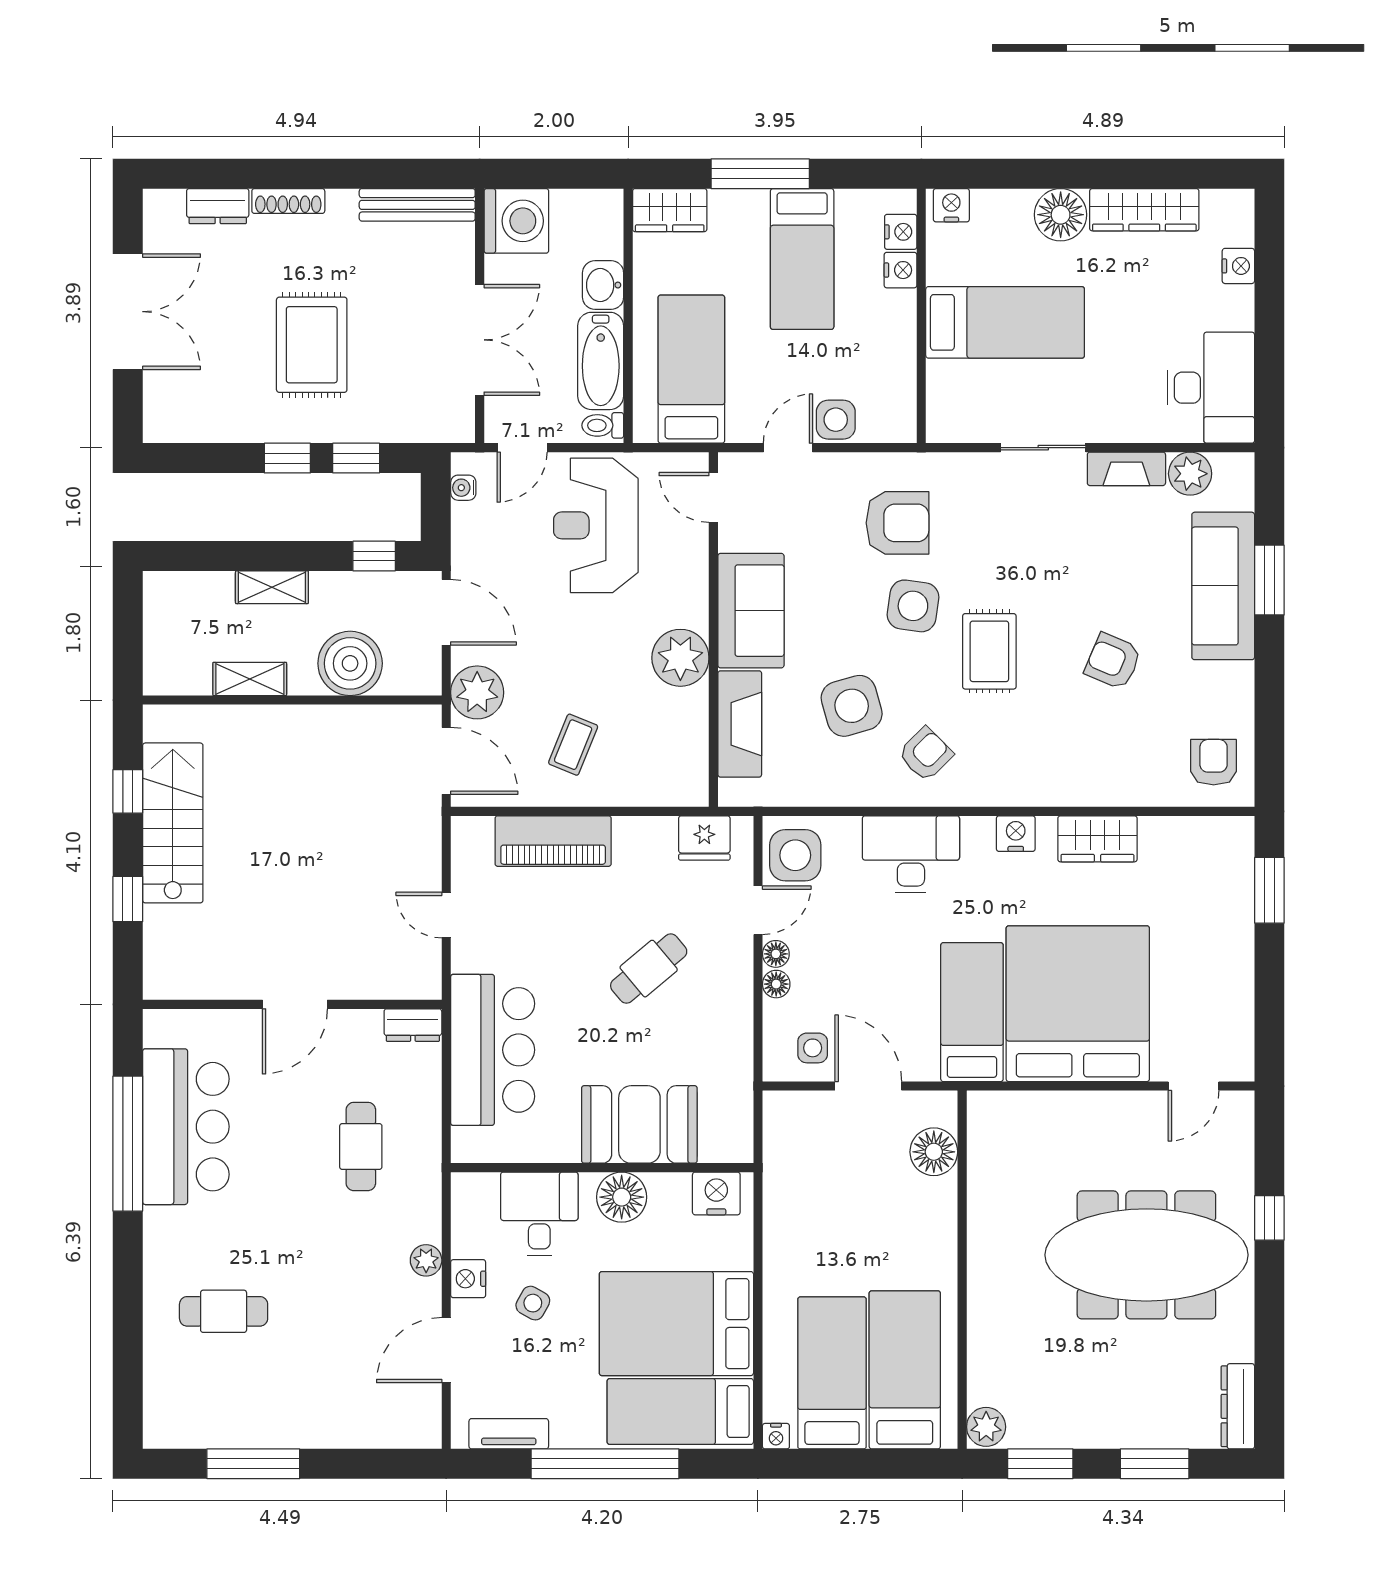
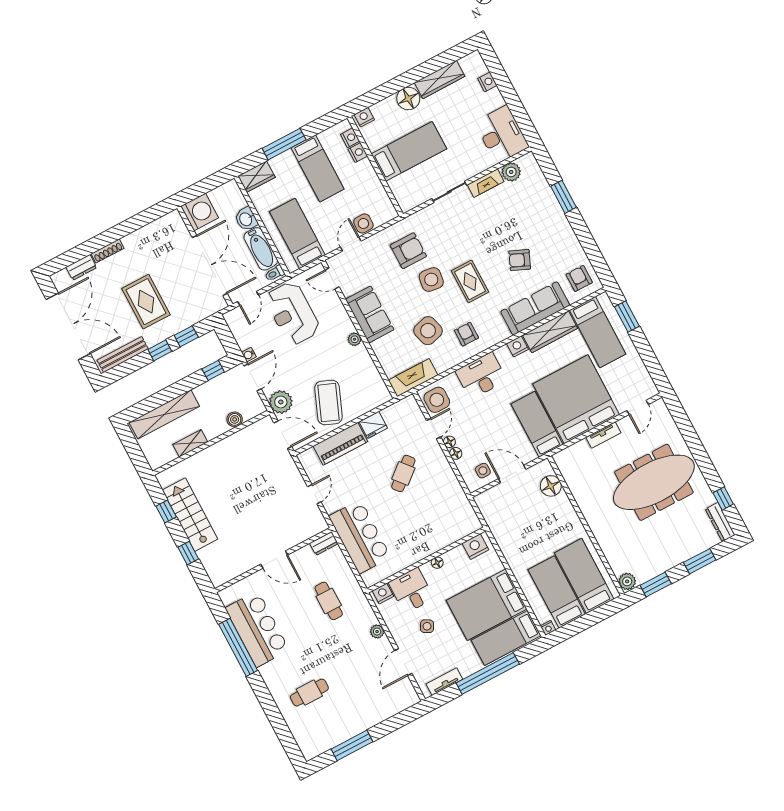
bench: (417, 205) -> (123, 355), moved
double door: (128, 312) -> (68, 326), width x1.36
double door: (480, 340) -> (210, 265), width x1.36
water cooler: (463, 488) -> (249, 355), moved
sofa: (1223, 586) -> (535, 308), moved, turned 90
shelving: (272, 587) -> (164, 414), width x2.20, depth x1.33
door: (446, 612) -> (252, 377), hinge flipped
plant: (680, 658) -> (355, 339), width x0.53, depth x0.53
boiler: (350, 663) -> (235, 419), width x0.54, depth x0.54
fireplace: (740, 724) -> (413, 378), moved, turned -90
coffee table: (573, 745) -> (328, 403), width x1.86, depth x1.72
armchair: (926, 754) -> (466, 334), turned -45
fridge: (704, 838) -> (373, 425), moved
wardrobe: (1097, 839) -> (550, 332), width x1.50
bed: (1194, 891) -> (598, 332), added
door: (446, 915) -> (314, 494), swing flipped
door: (295, 1004) -> (274, 560), hinge flipped
tv unit: (1095, 1105) -> (603, 435), added
booth: (639, 1124) -> (432, 536), removed
floor lamp: (622, 1197) -> (437, 563), width x0.53, depth x0.53
window: (1269, 1218) -> (723, 498), moved
nightstand: (468, 1279) -> (383, 593), moved, turned 90

